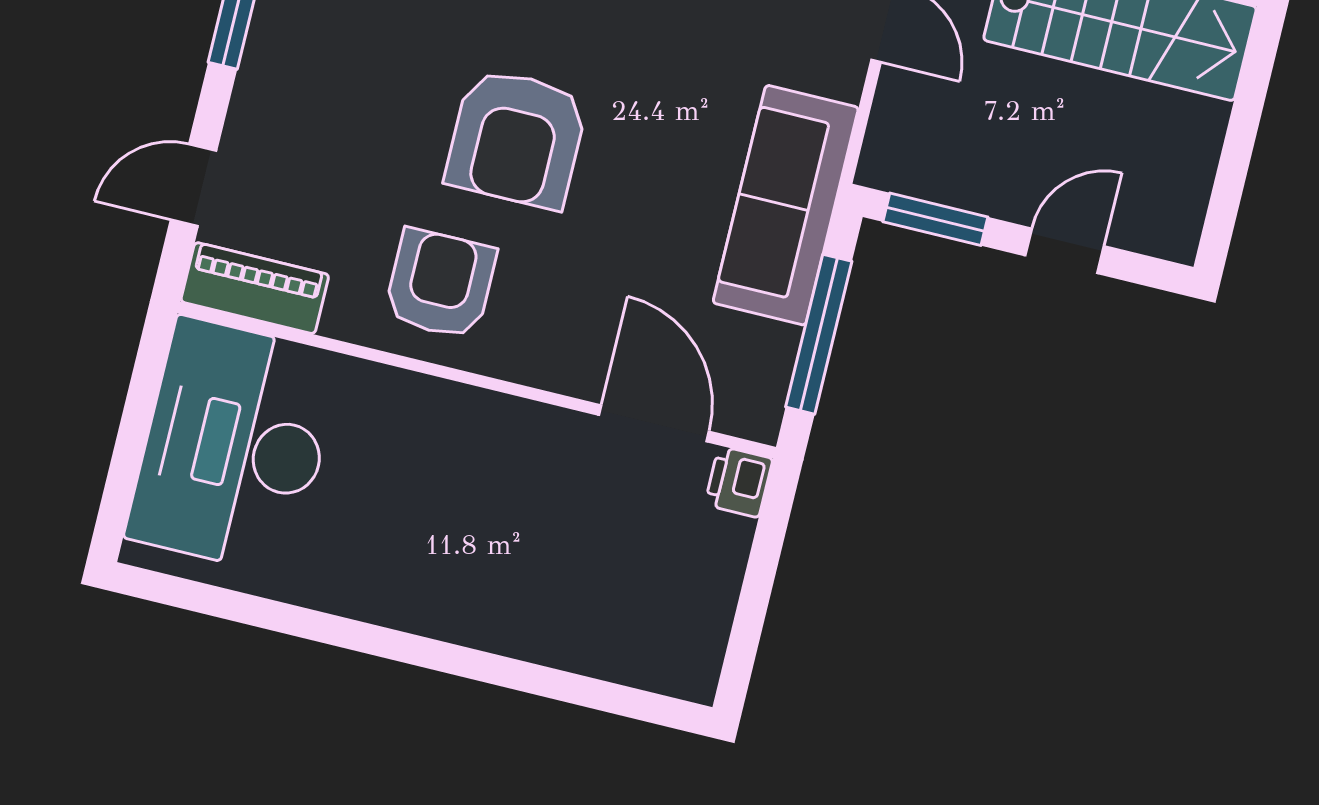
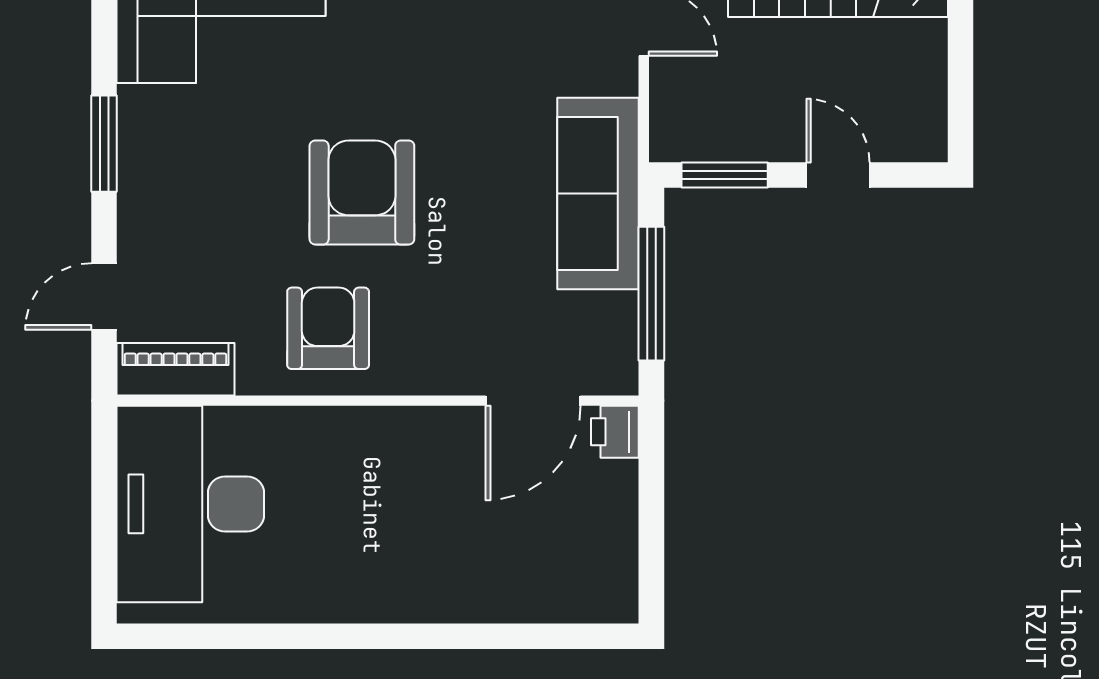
armchair: (517, 138) -> (362, 193), turned 180
door: (1065, 251) -> (838, 175), hinge flipped
door: (654, 423) -> (533, 401), swing flipped

